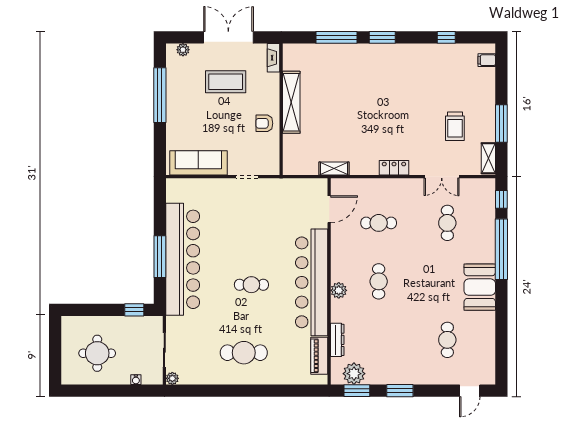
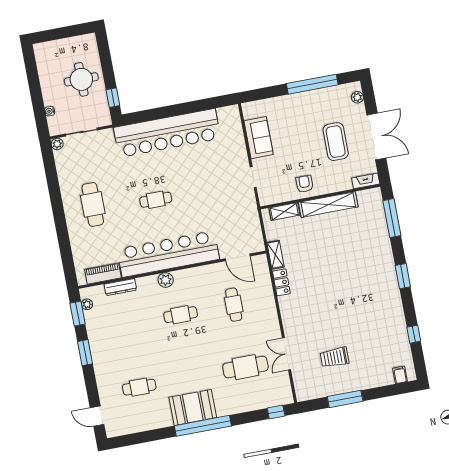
window: (336, 37) -> (392, 218), moved
shelving: (488, 158) -> (284, 211), moved
sofa: (198, 163) -> (259, 138), width x0.73
locker: (394, 168) -> (281, 282), moved
cafe table: (447, 223) -> (245, 367), width x1.37, depth x1.35
window: (501, 249) -> (203, 426), moved
window: (160, 257) -> (166, 112), removed
cafe table: (251, 285) -> (156, 200), turned 90
round table: (97, 353) -> (81, 79), moved
plant: (354, 374) -> (87, 304), width x0.53, depth x0.53

